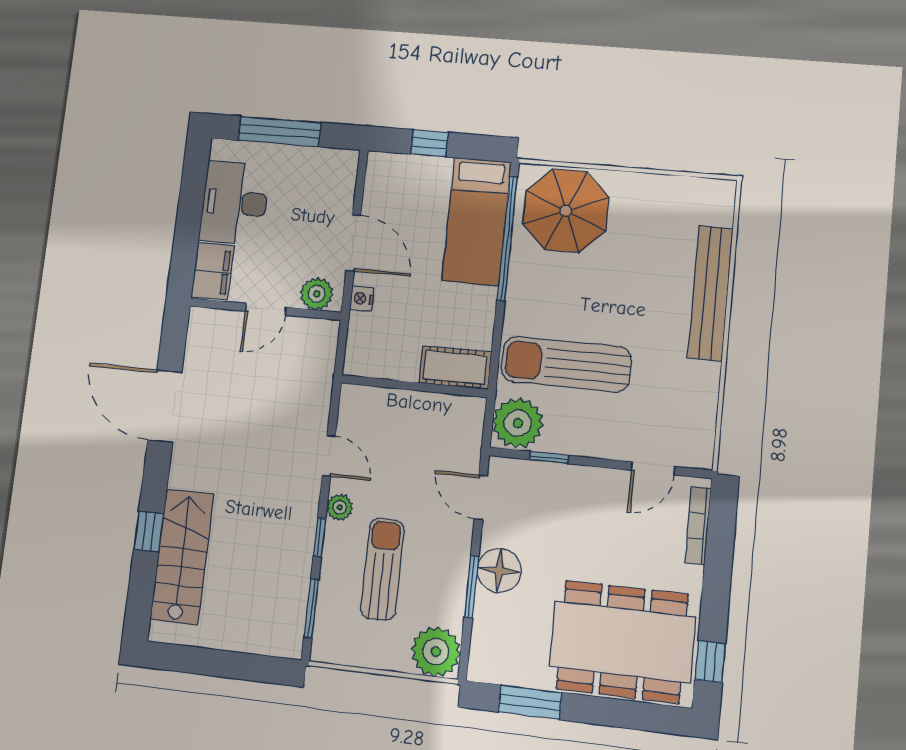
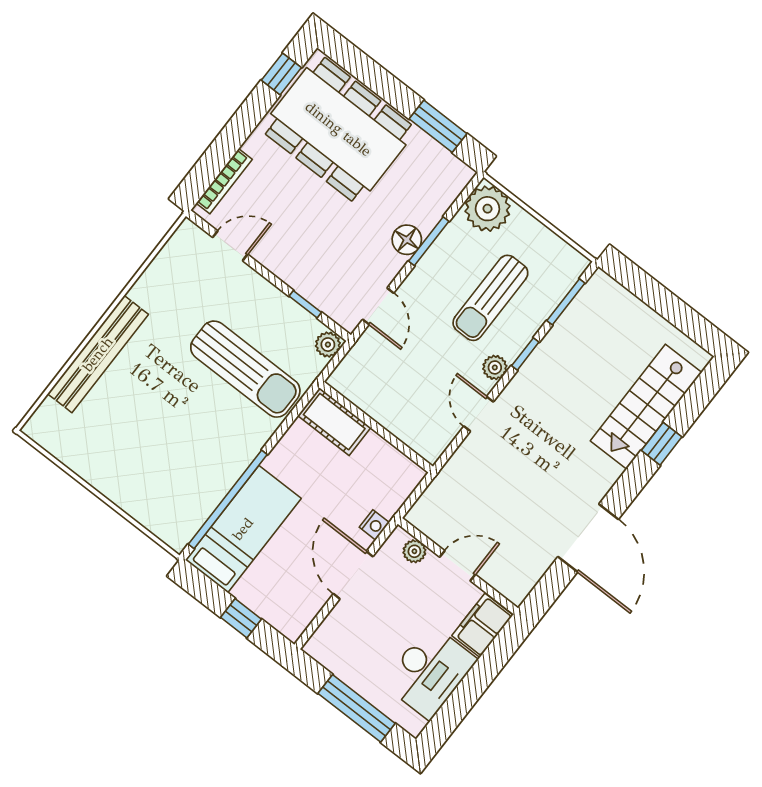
parasol: (566, 211) -> (168, 492), removed
plant: (317, 294) -> (414, 551), width x0.73, depth x0.73
plant: (518, 423) -> (328, 345), width x0.53, depth x0.53
floor lamp: (499, 571) -> (407, 240), width x0.73, depth x0.73

